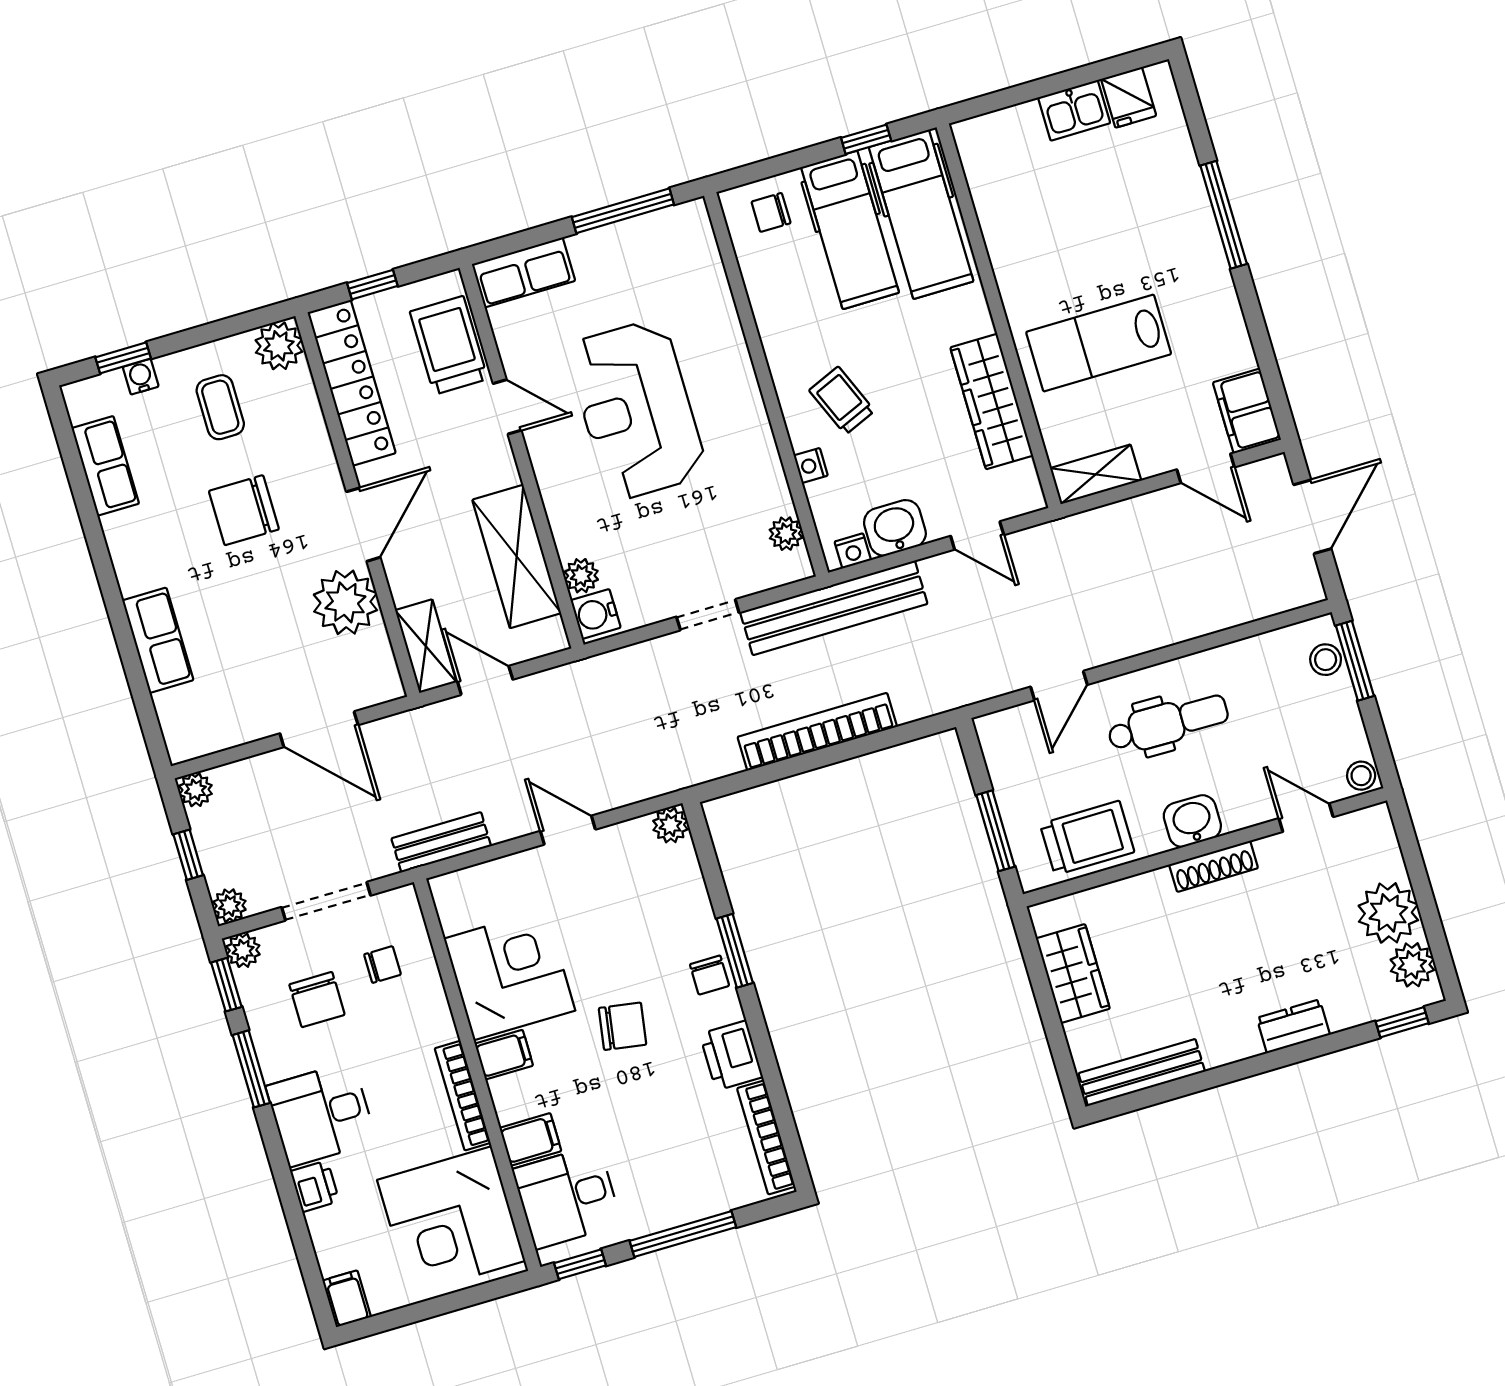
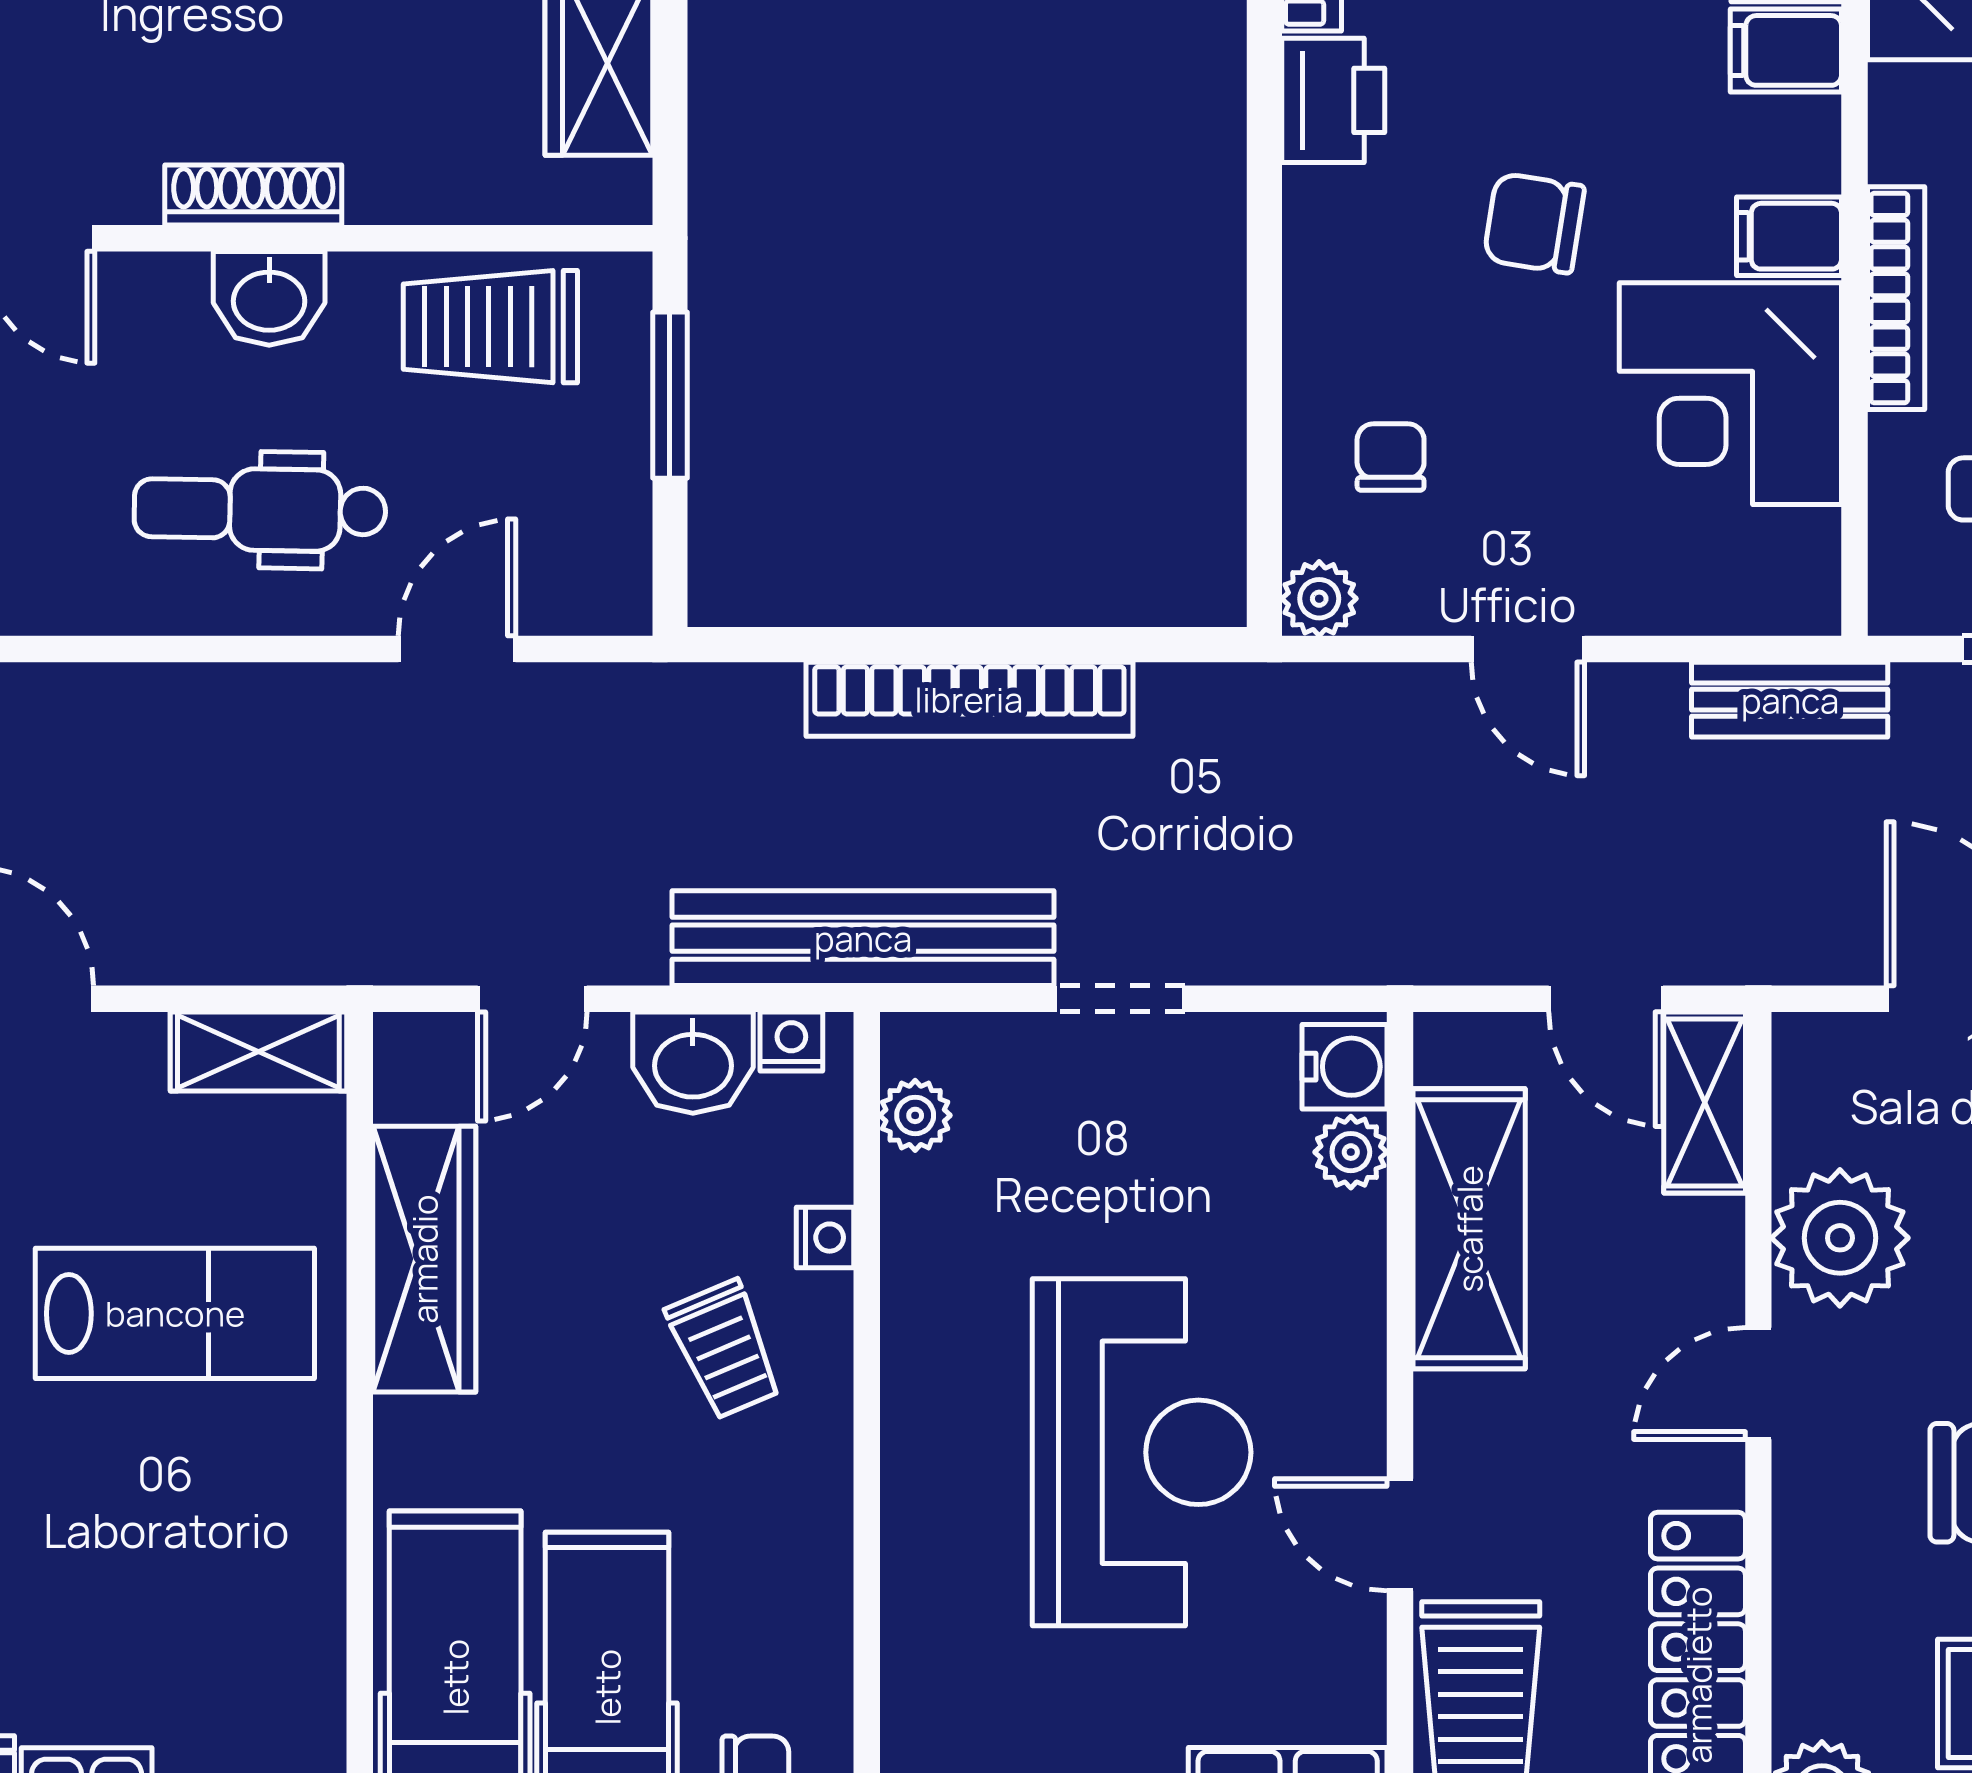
door: (363, 525) -> (1758, 1384), width x0.73
door: (977, 535) -> (532, 999), swing flipped
window: (735, 951) -> (1264, 309), removed
chair: (710, 975) -> (1391, 457), moved
bookcase: (463, 1096) -> (1896, 298), moved

